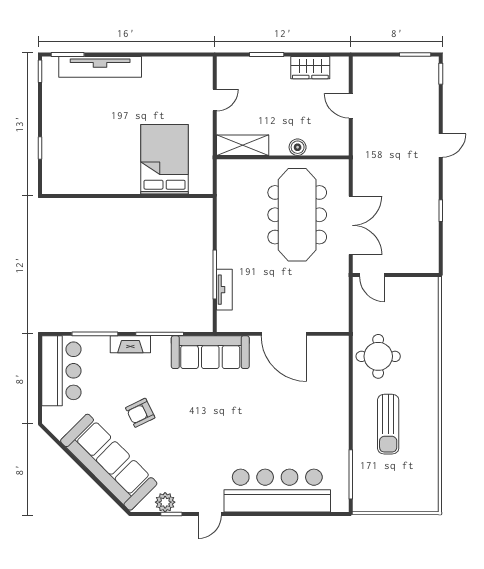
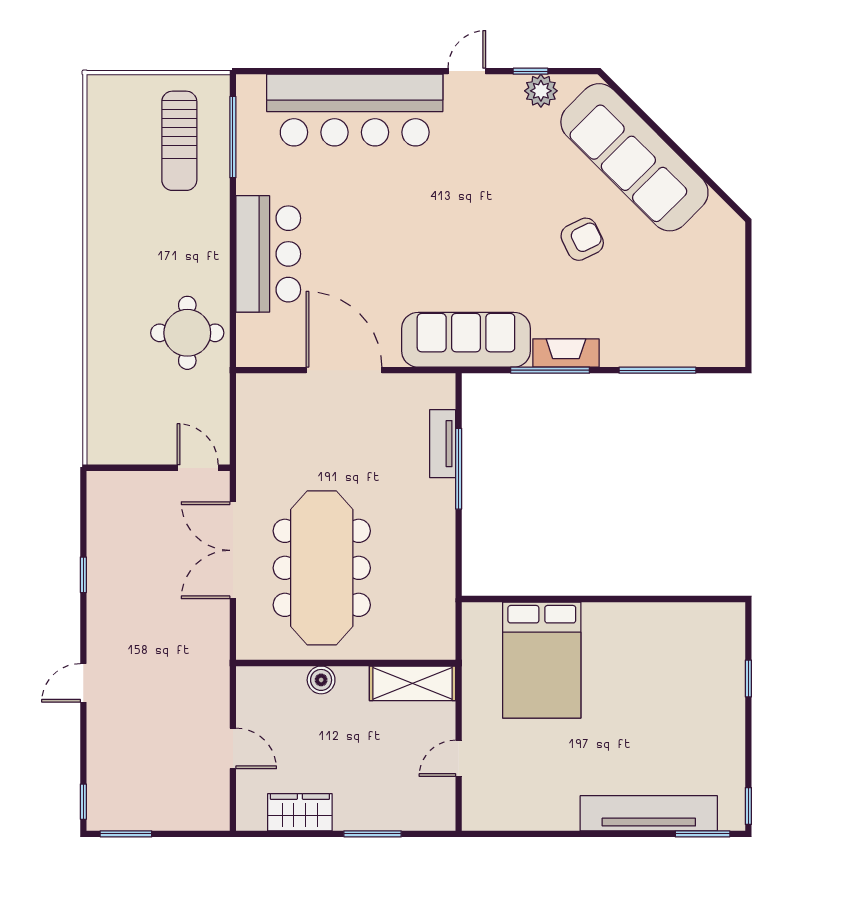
fireplace: (130, 344) -> (566, 353), moved
bar counter: (61, 371) -> (268, 254), moved, turned 180
sun lounger: (388, 424) -> (179, 141), moved, turned 180

